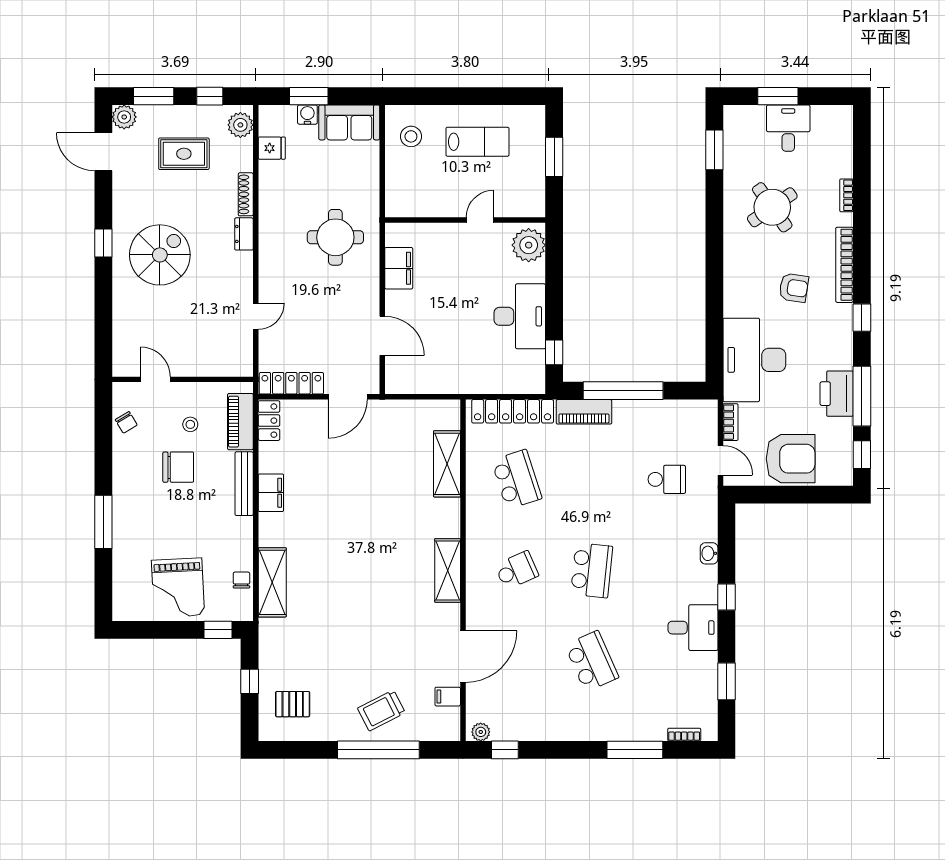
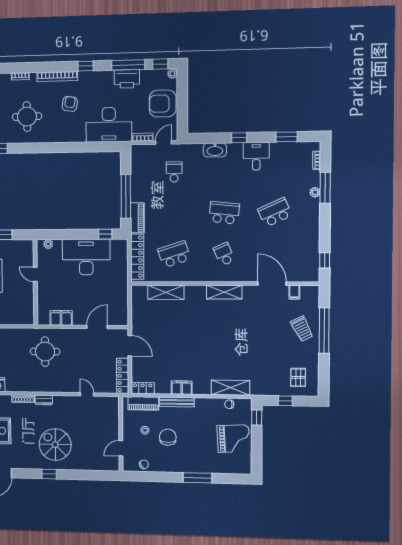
round table: (772, 207) -> (27, 117), turned 34
plant: (529, 245) -> (48, 244), width x0.53, depth x0.53
desk: (520, 316) -> (86, 257), width x1.36, depth x1.30
armchair: (791, 459) -> (163, 104), turned -90
plant: (844, 477) -> (172, 74), added
washbasin: (709, 553) -> (215, 150), width x1.91, depth x1.45
plant: (481, 732) -> (315, 192), moved

